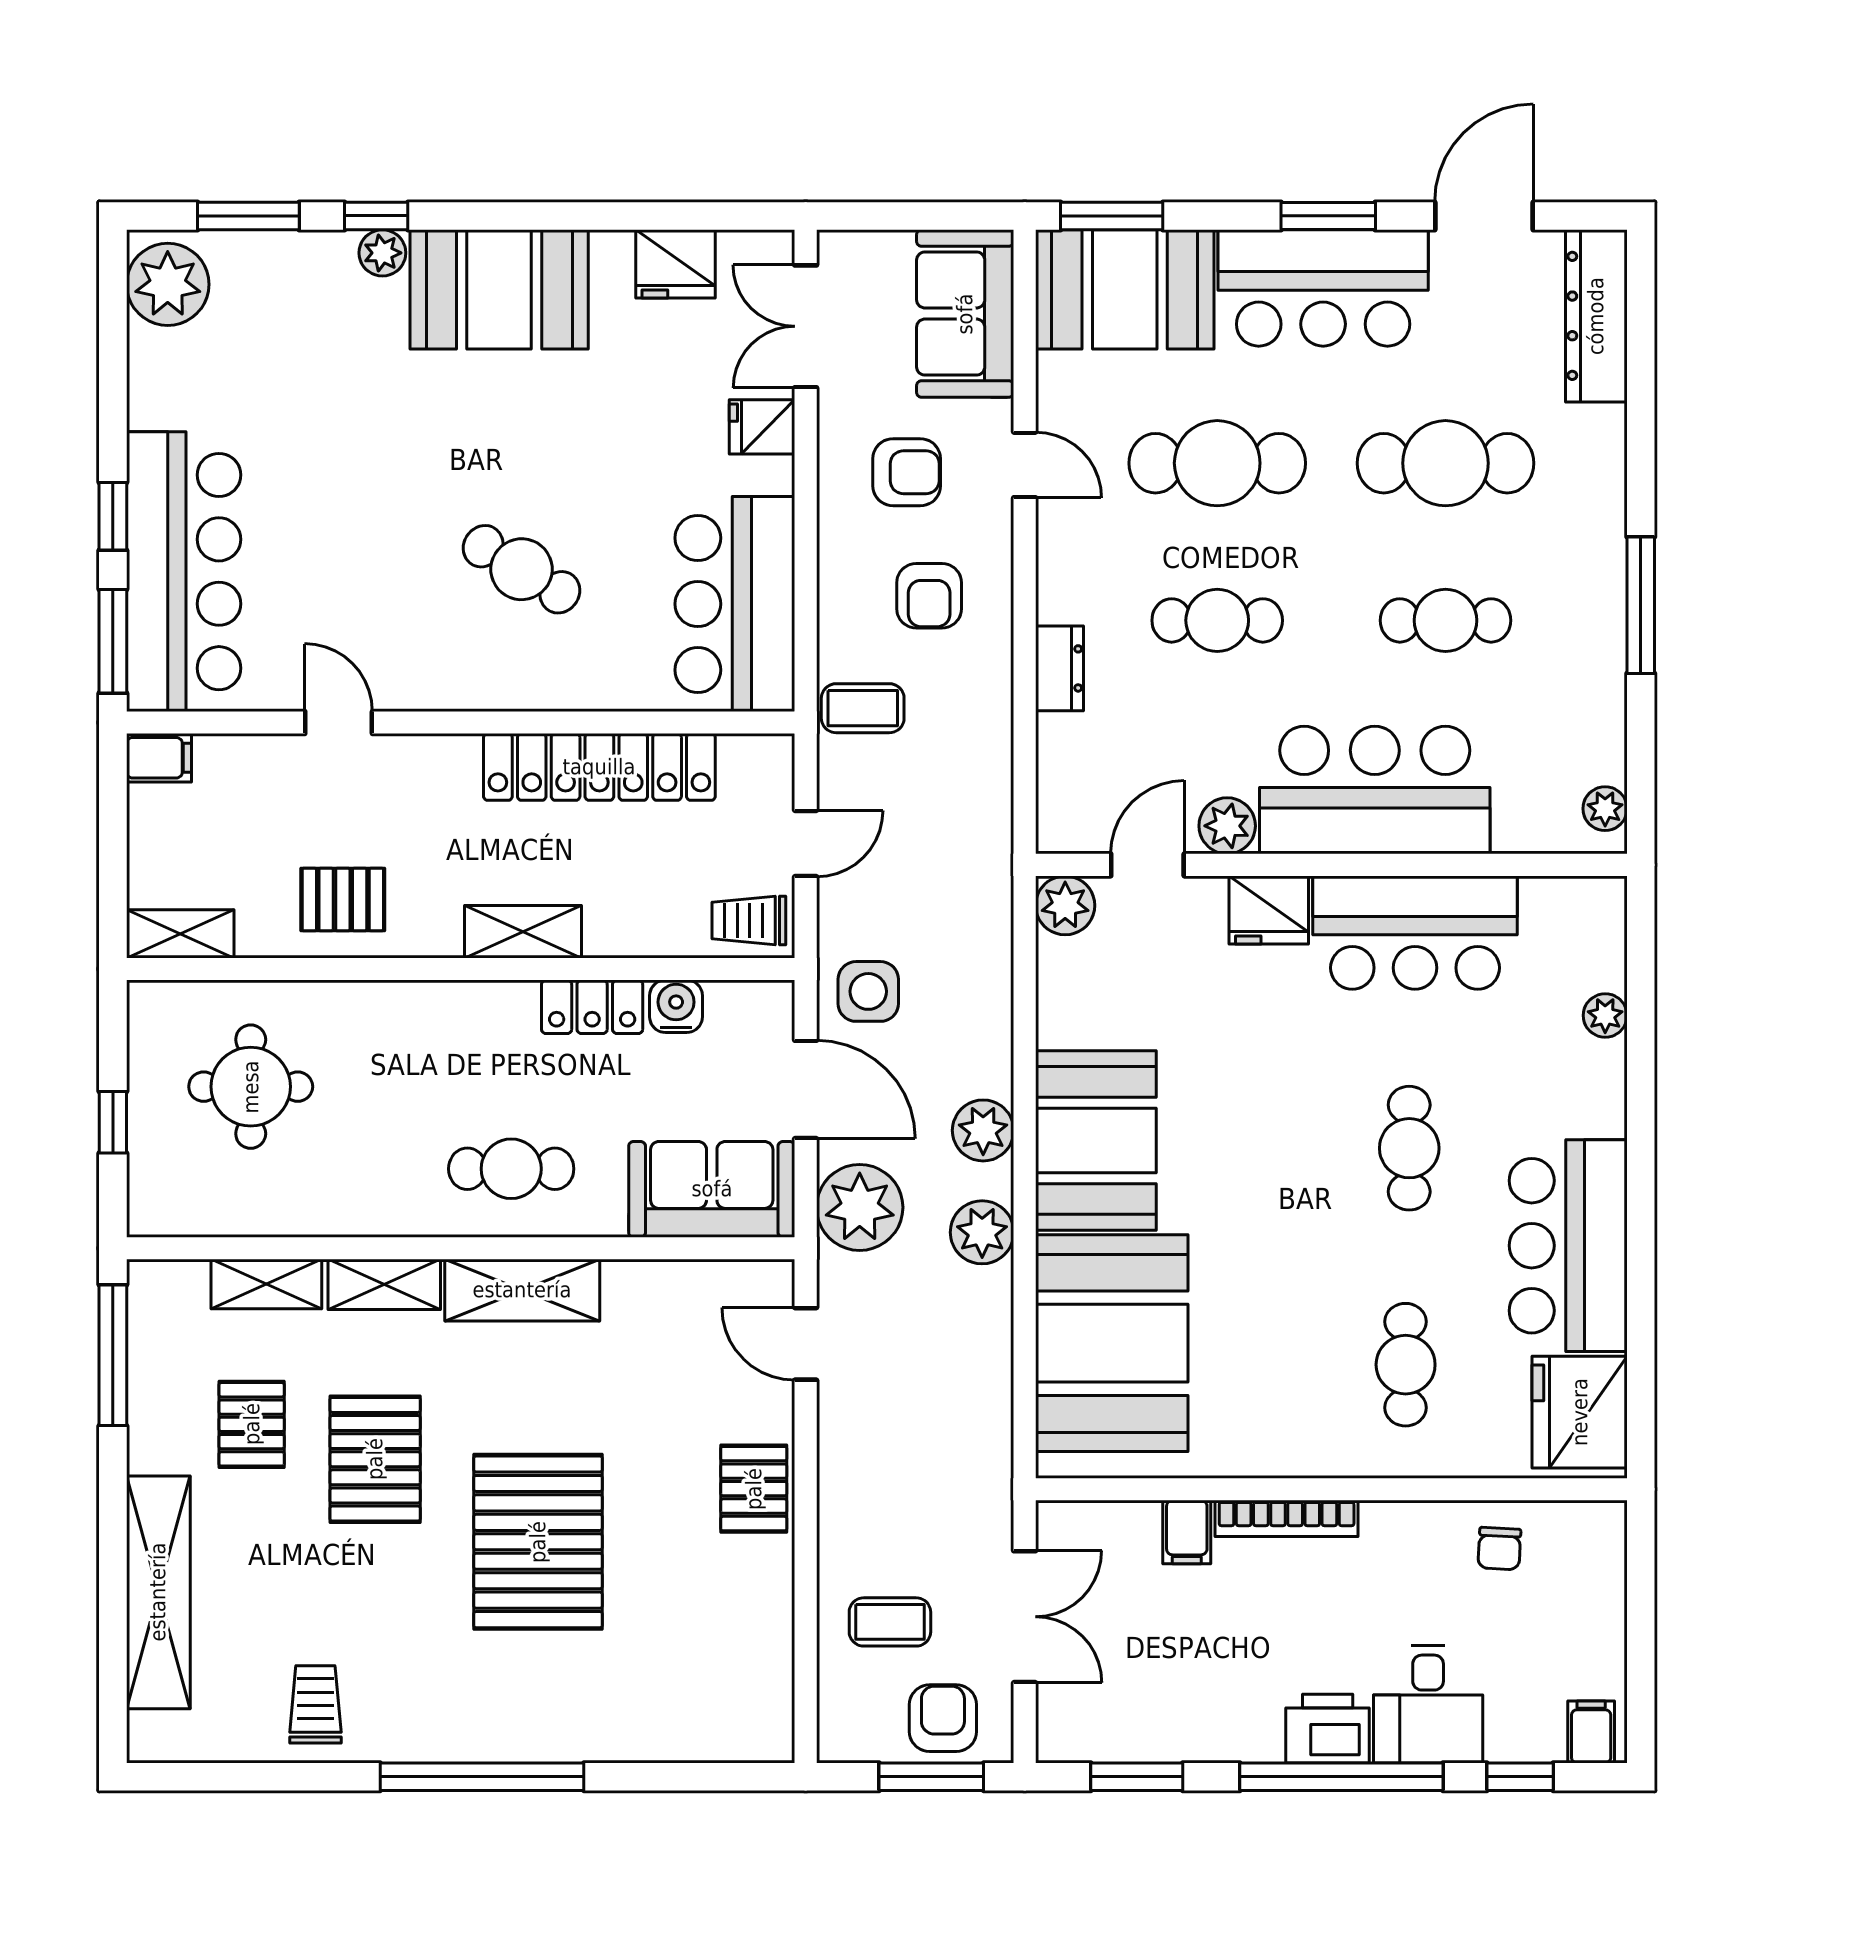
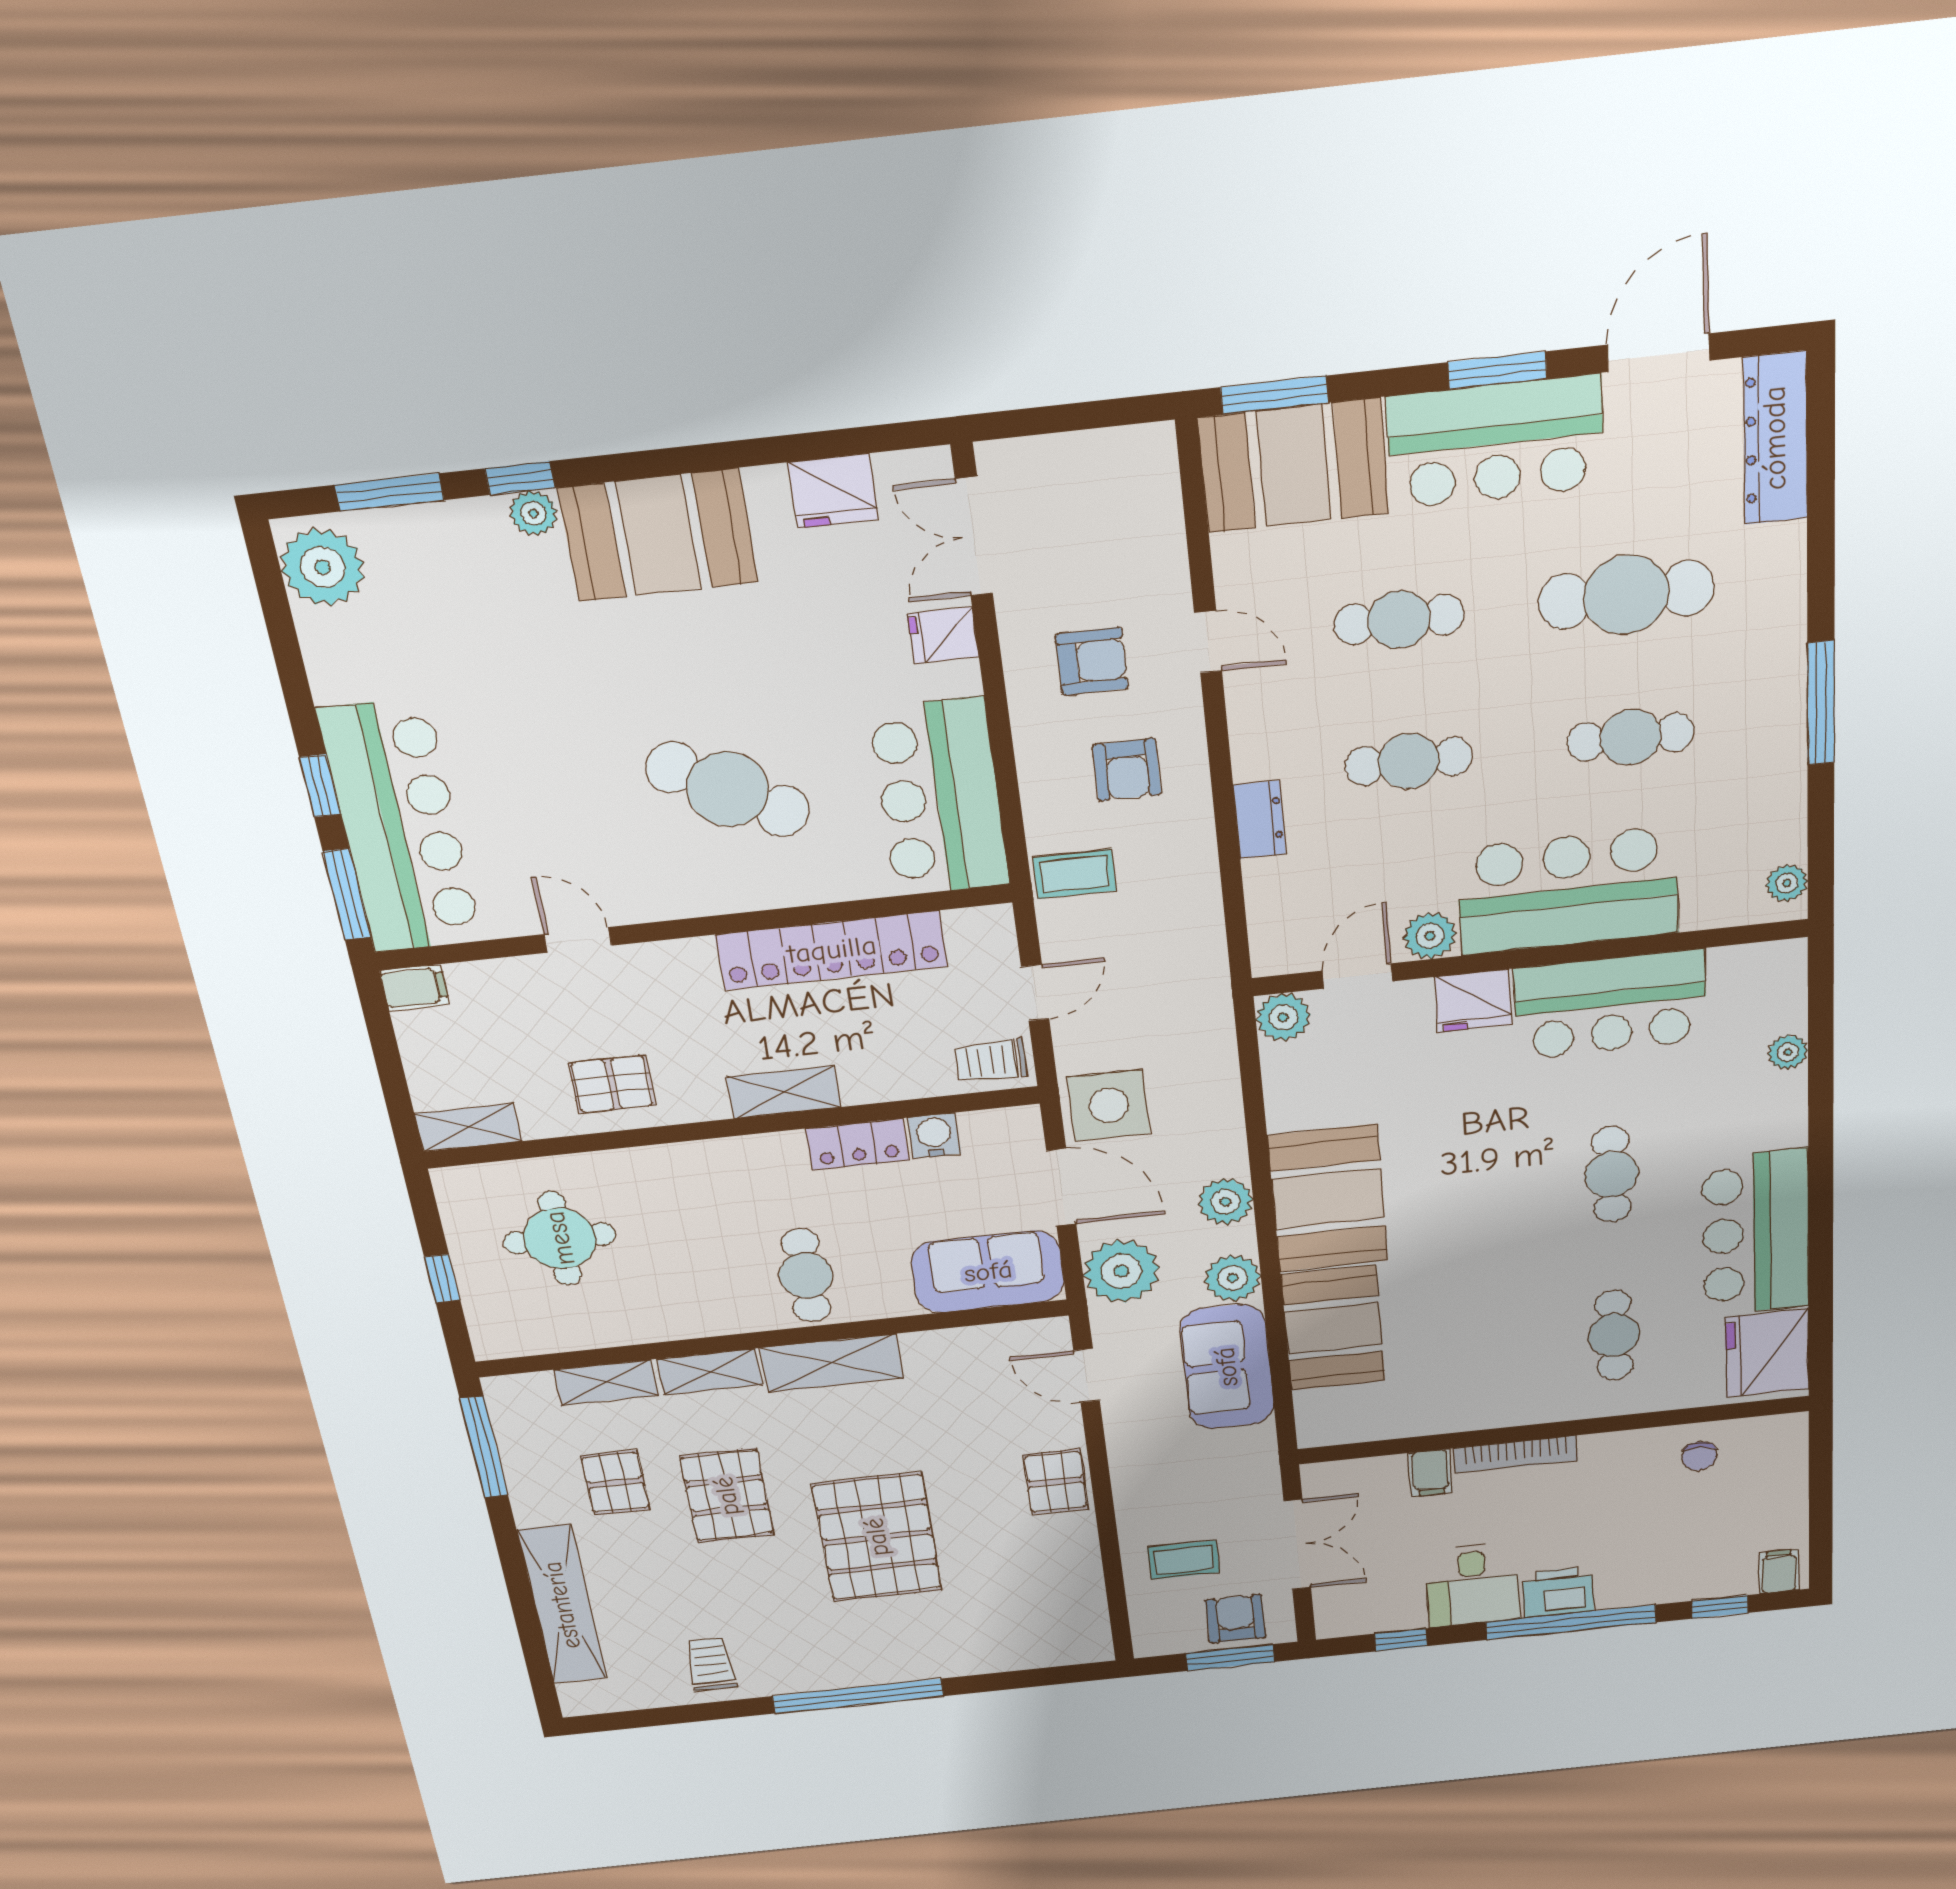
sofa: (965, 314) -> (1227, 1367), moved
cafe table: (1217, 463) -> (1399, 620), width x0.73, depth x0.74
cafe table: (522, 569) -> (728, 789), width x1.37, depth x1.35
side table: (868, 991) -> (1109, 1105), width x1.37, depth x1.37
cafe table: (511, 1169) -> (806, 1275), turned 90
booth: (1112, 1343) -> (1333, 1328), width x0.73, depth x0.70
desk: (1428, 1704) -> (1473, 1585), moved
window: (1137, 1777) -> (1401, 1640), width x0.67

